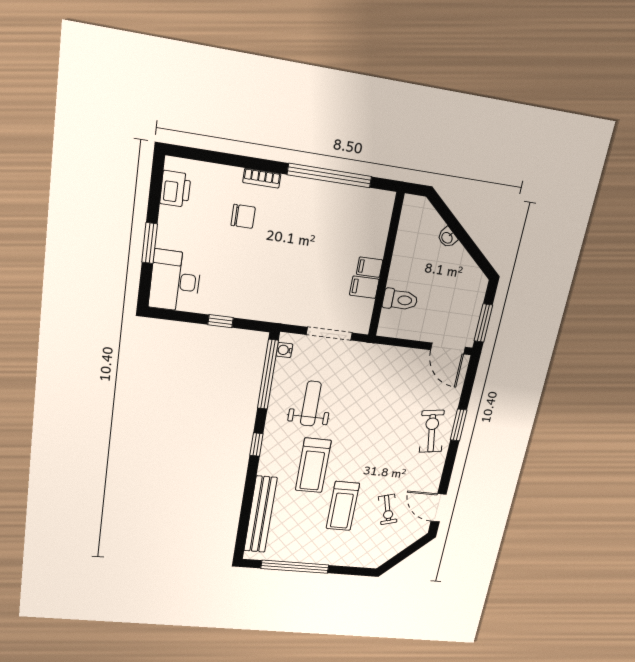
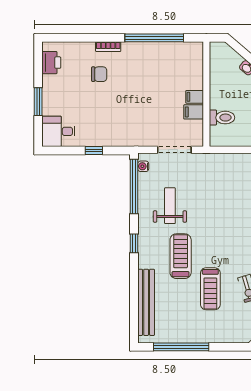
desk: (175, 281) -> (58, 131), width x0.73
treadmill: (313, 465) -> (181, 256), turned 180

